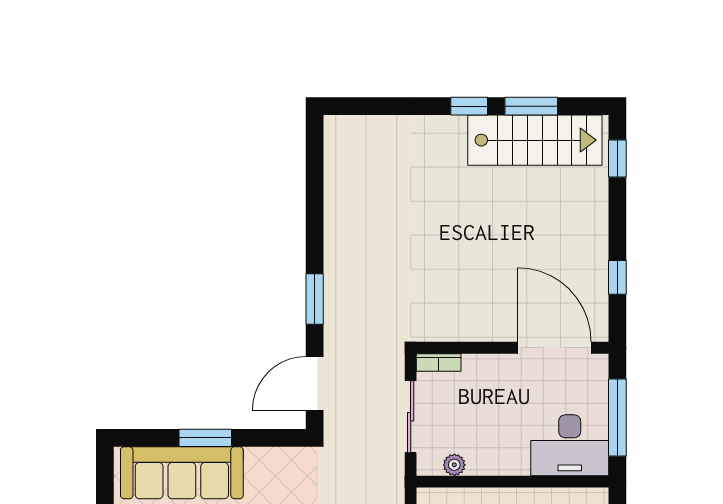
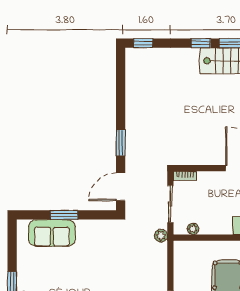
window: (358, 106) -> (143, 43), added
sofa: (182, 473) -> (52, 233), width x0.73
plant: (392, 478) -> (161, 236), added

